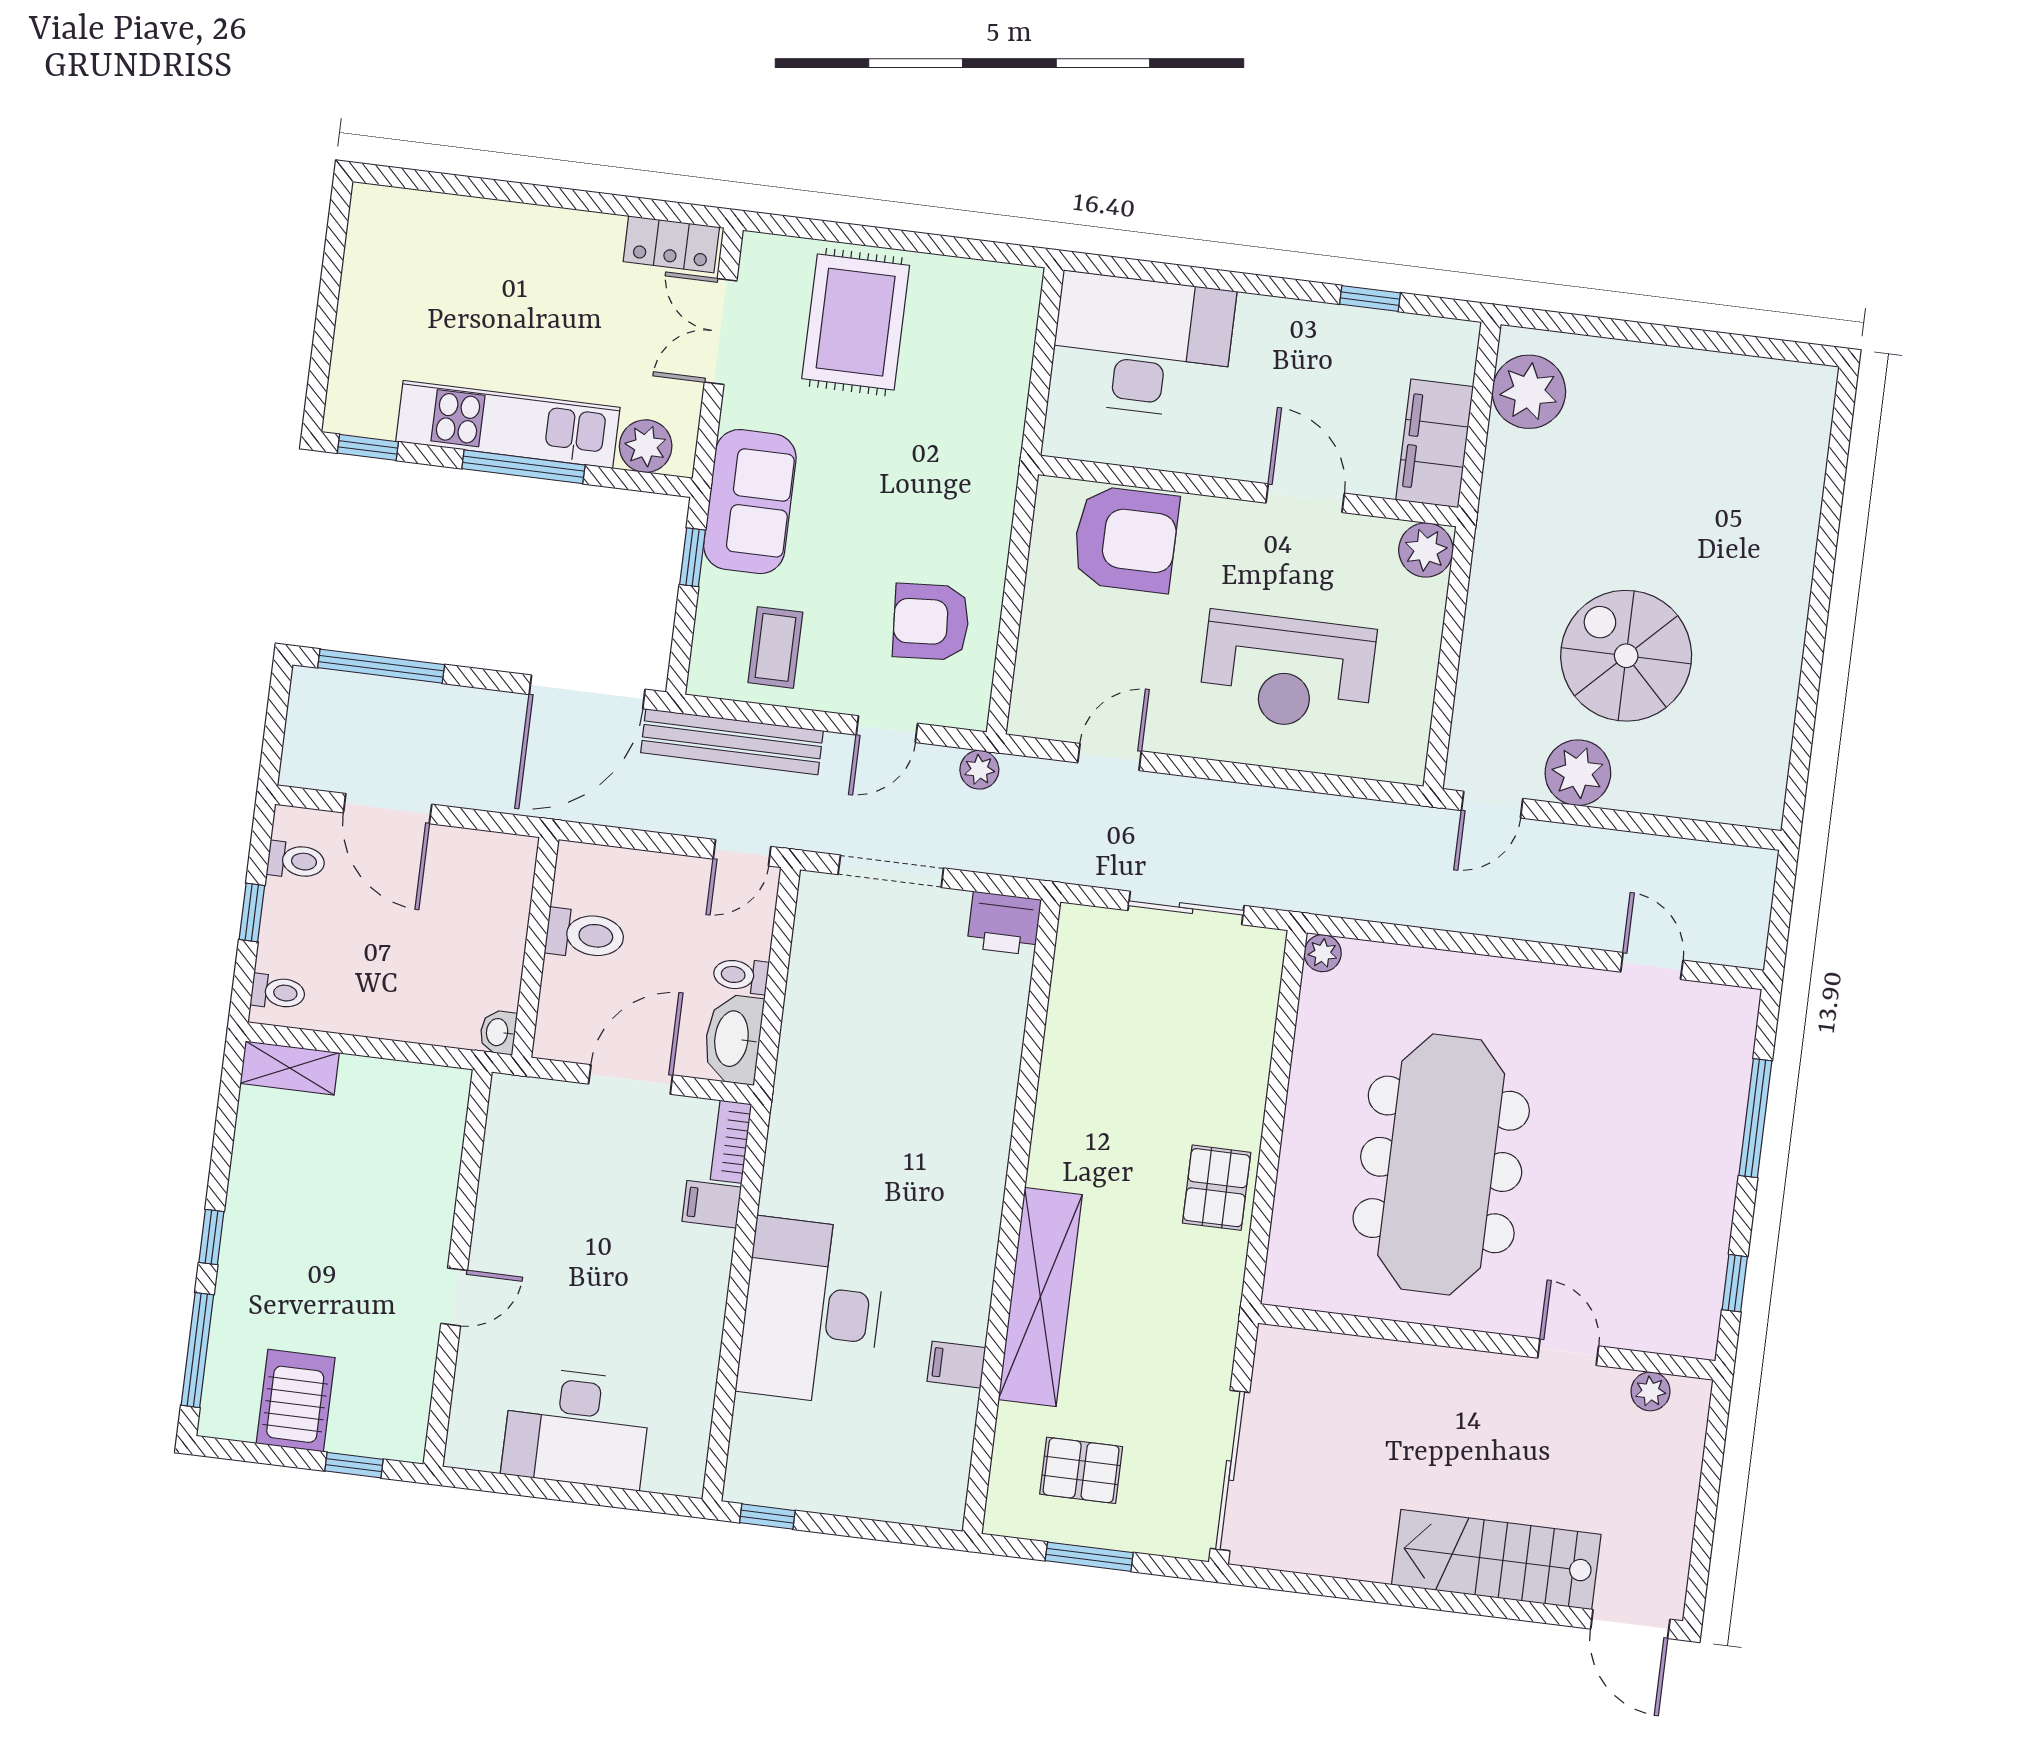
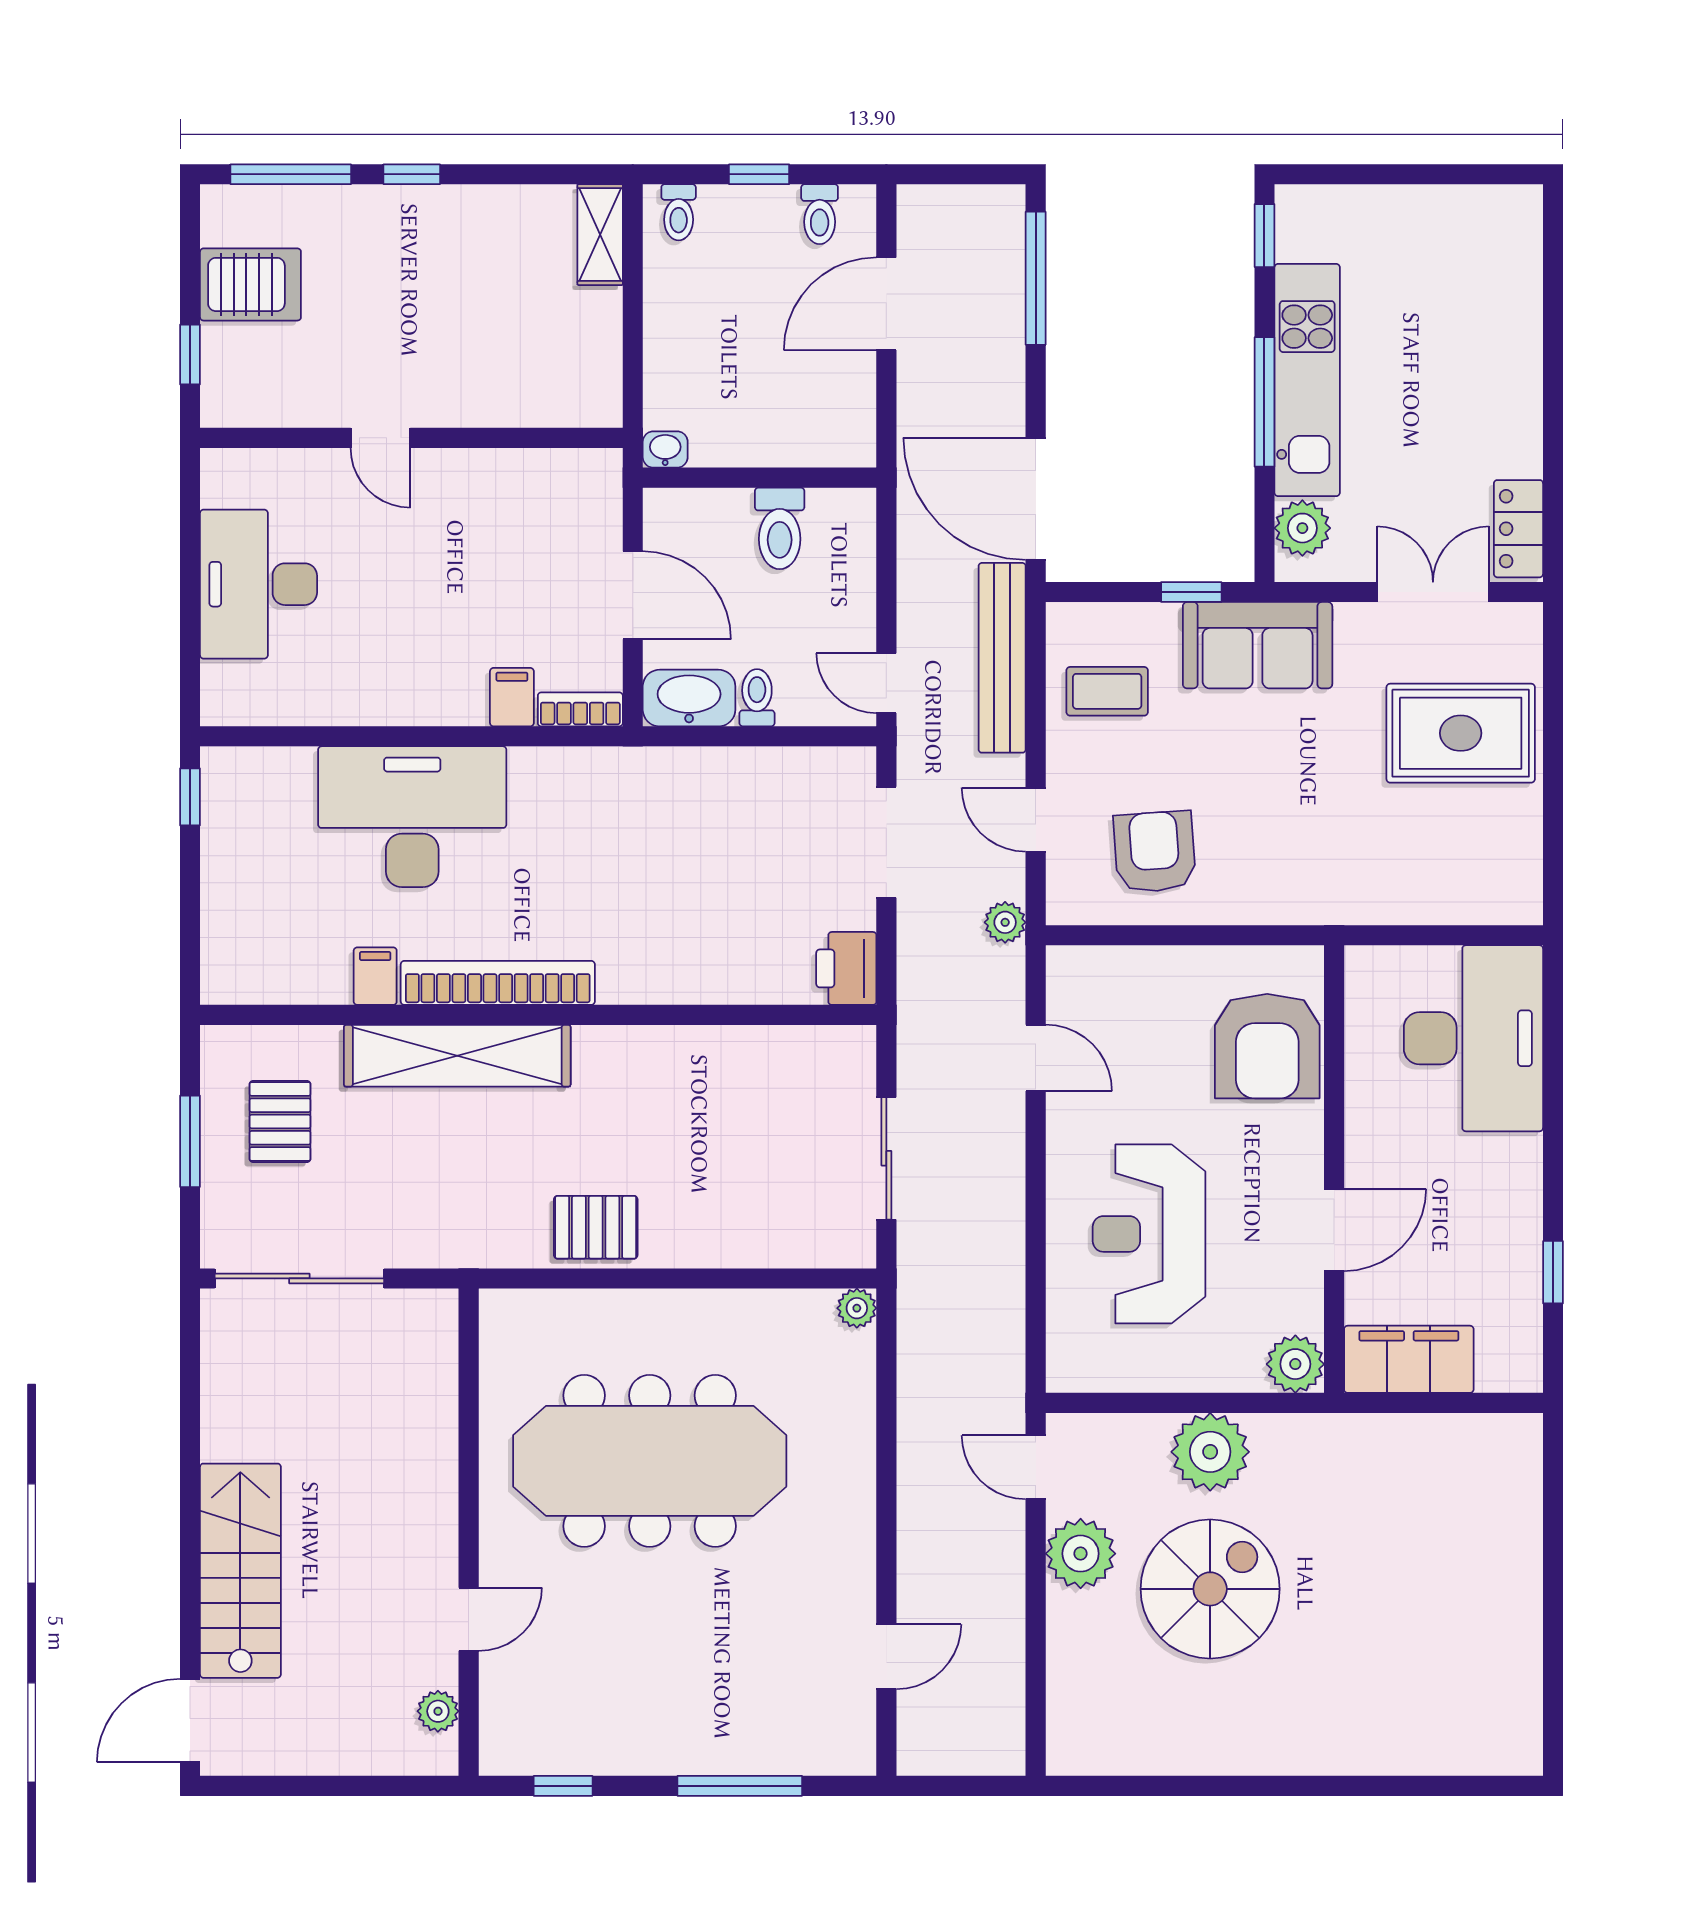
plant: (1529, 392) -> (1210, 1452), moved
bookcase: (977, 1251) -> (498, 983), added

